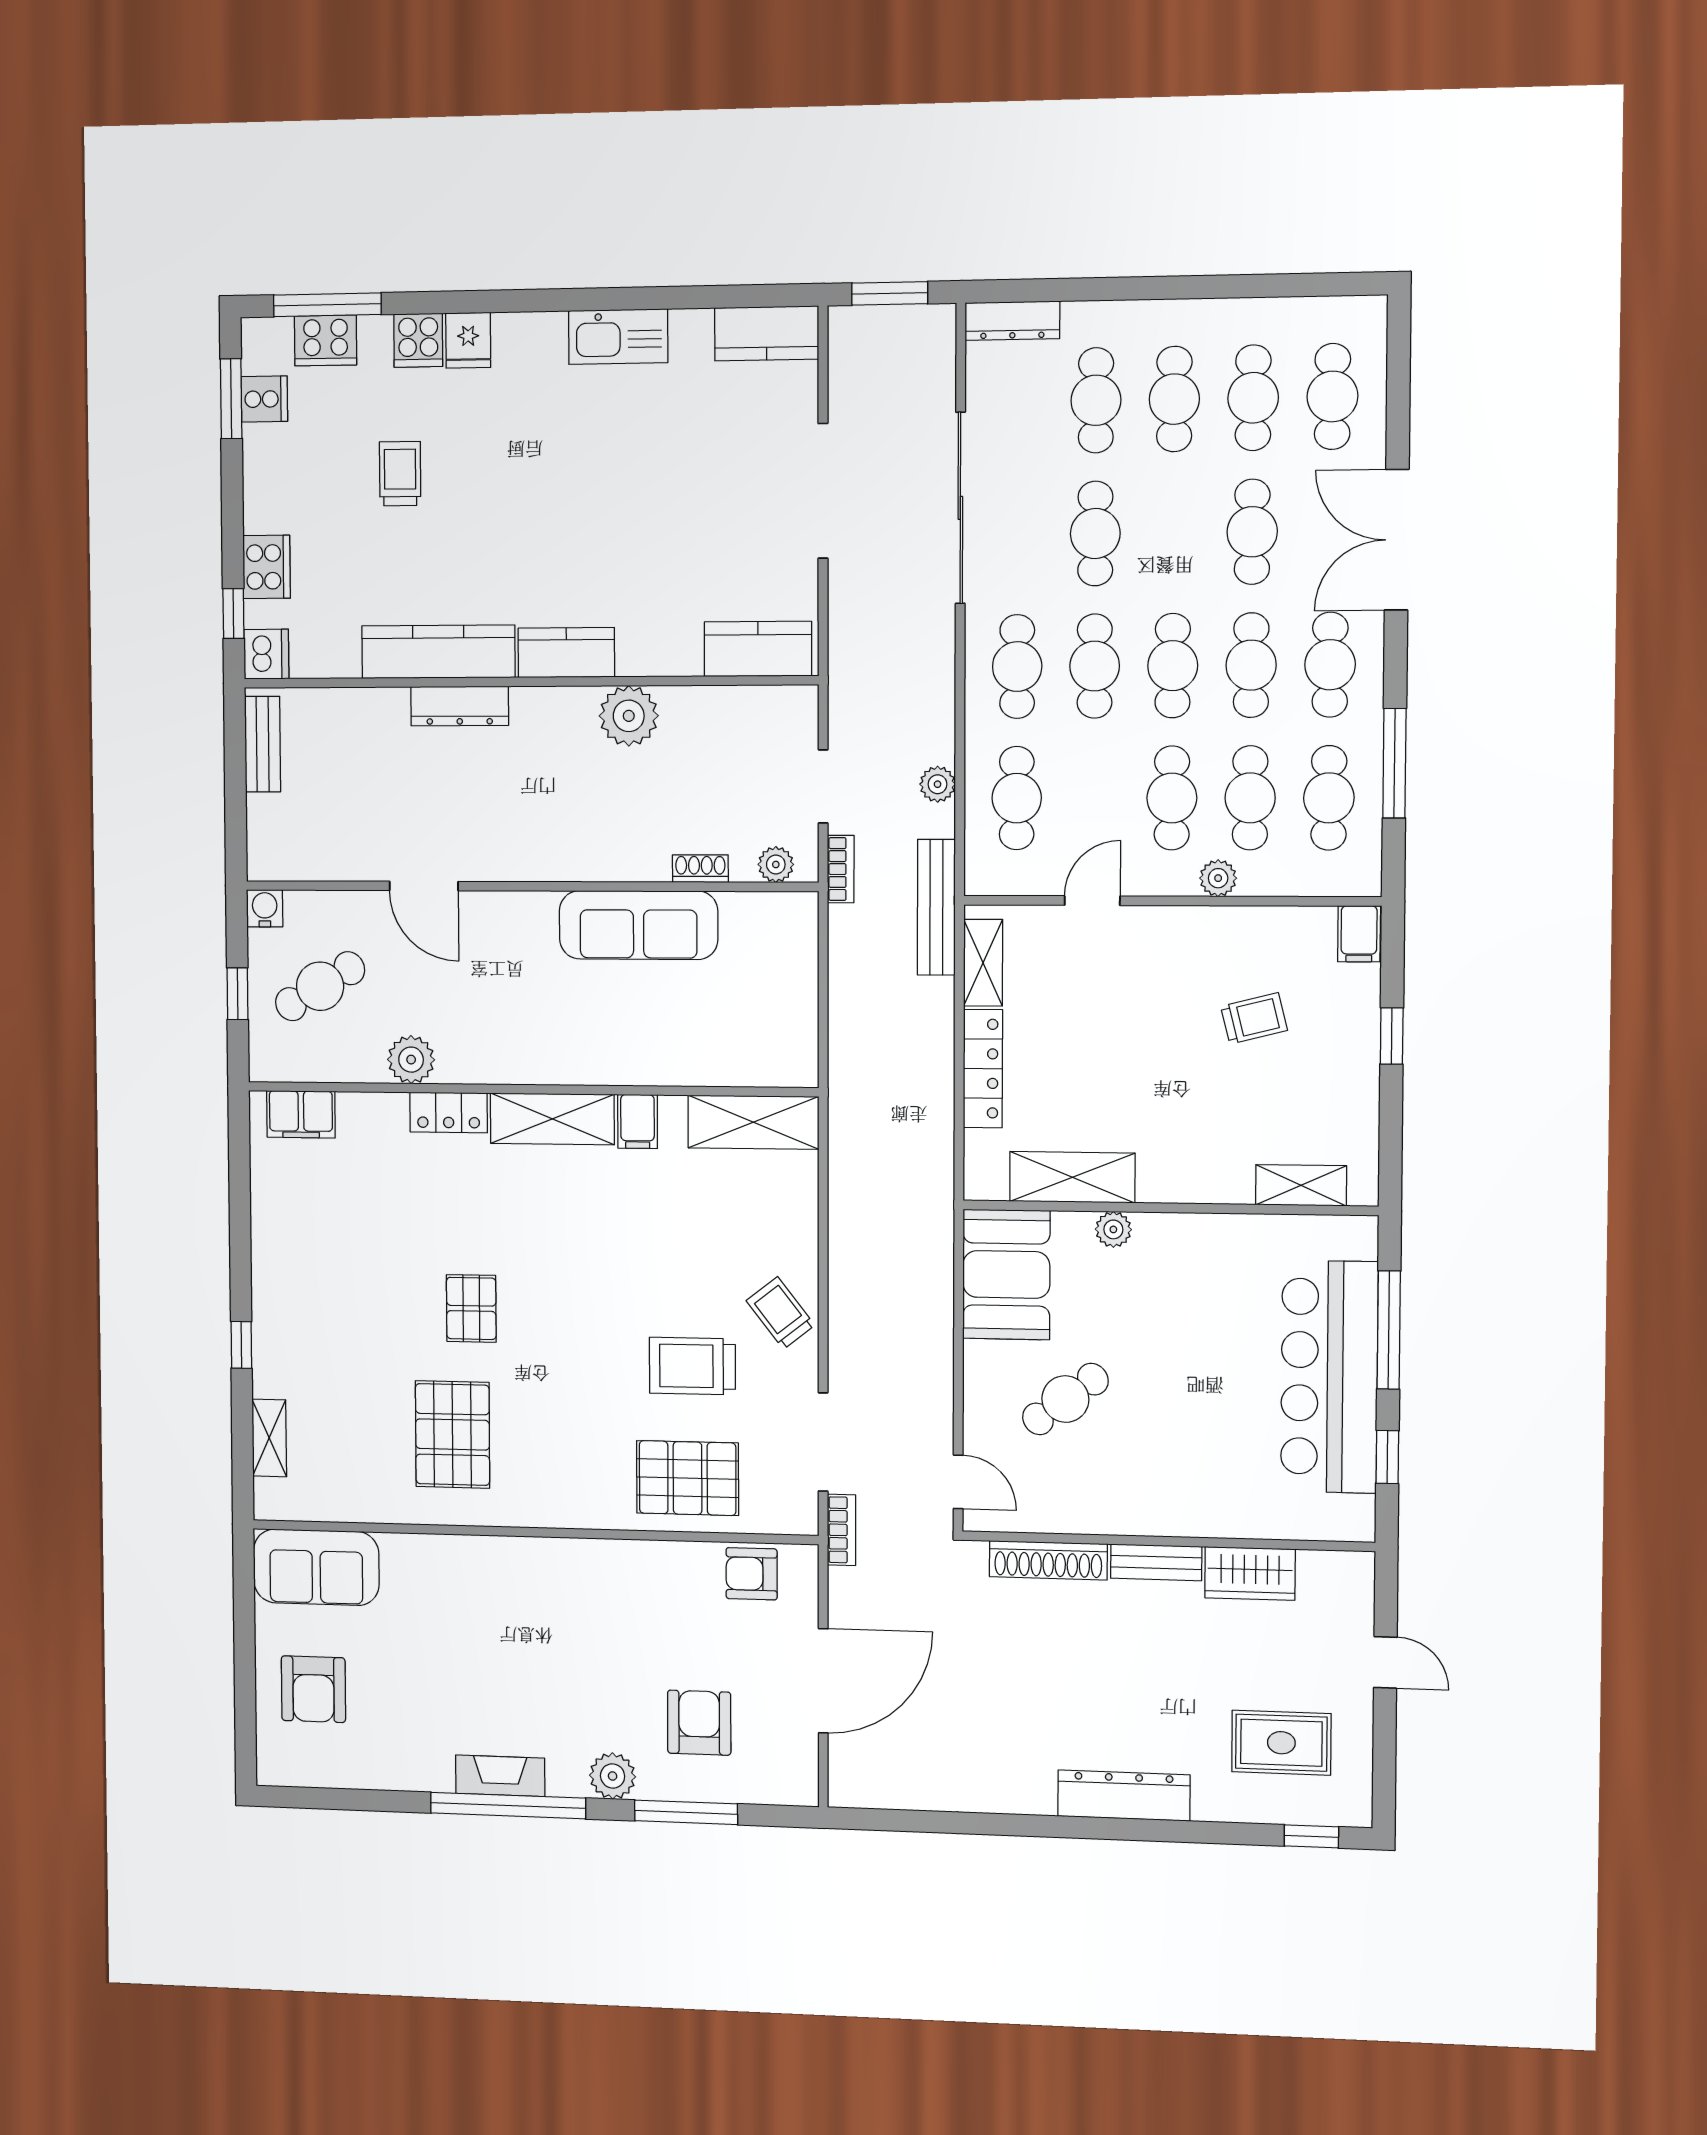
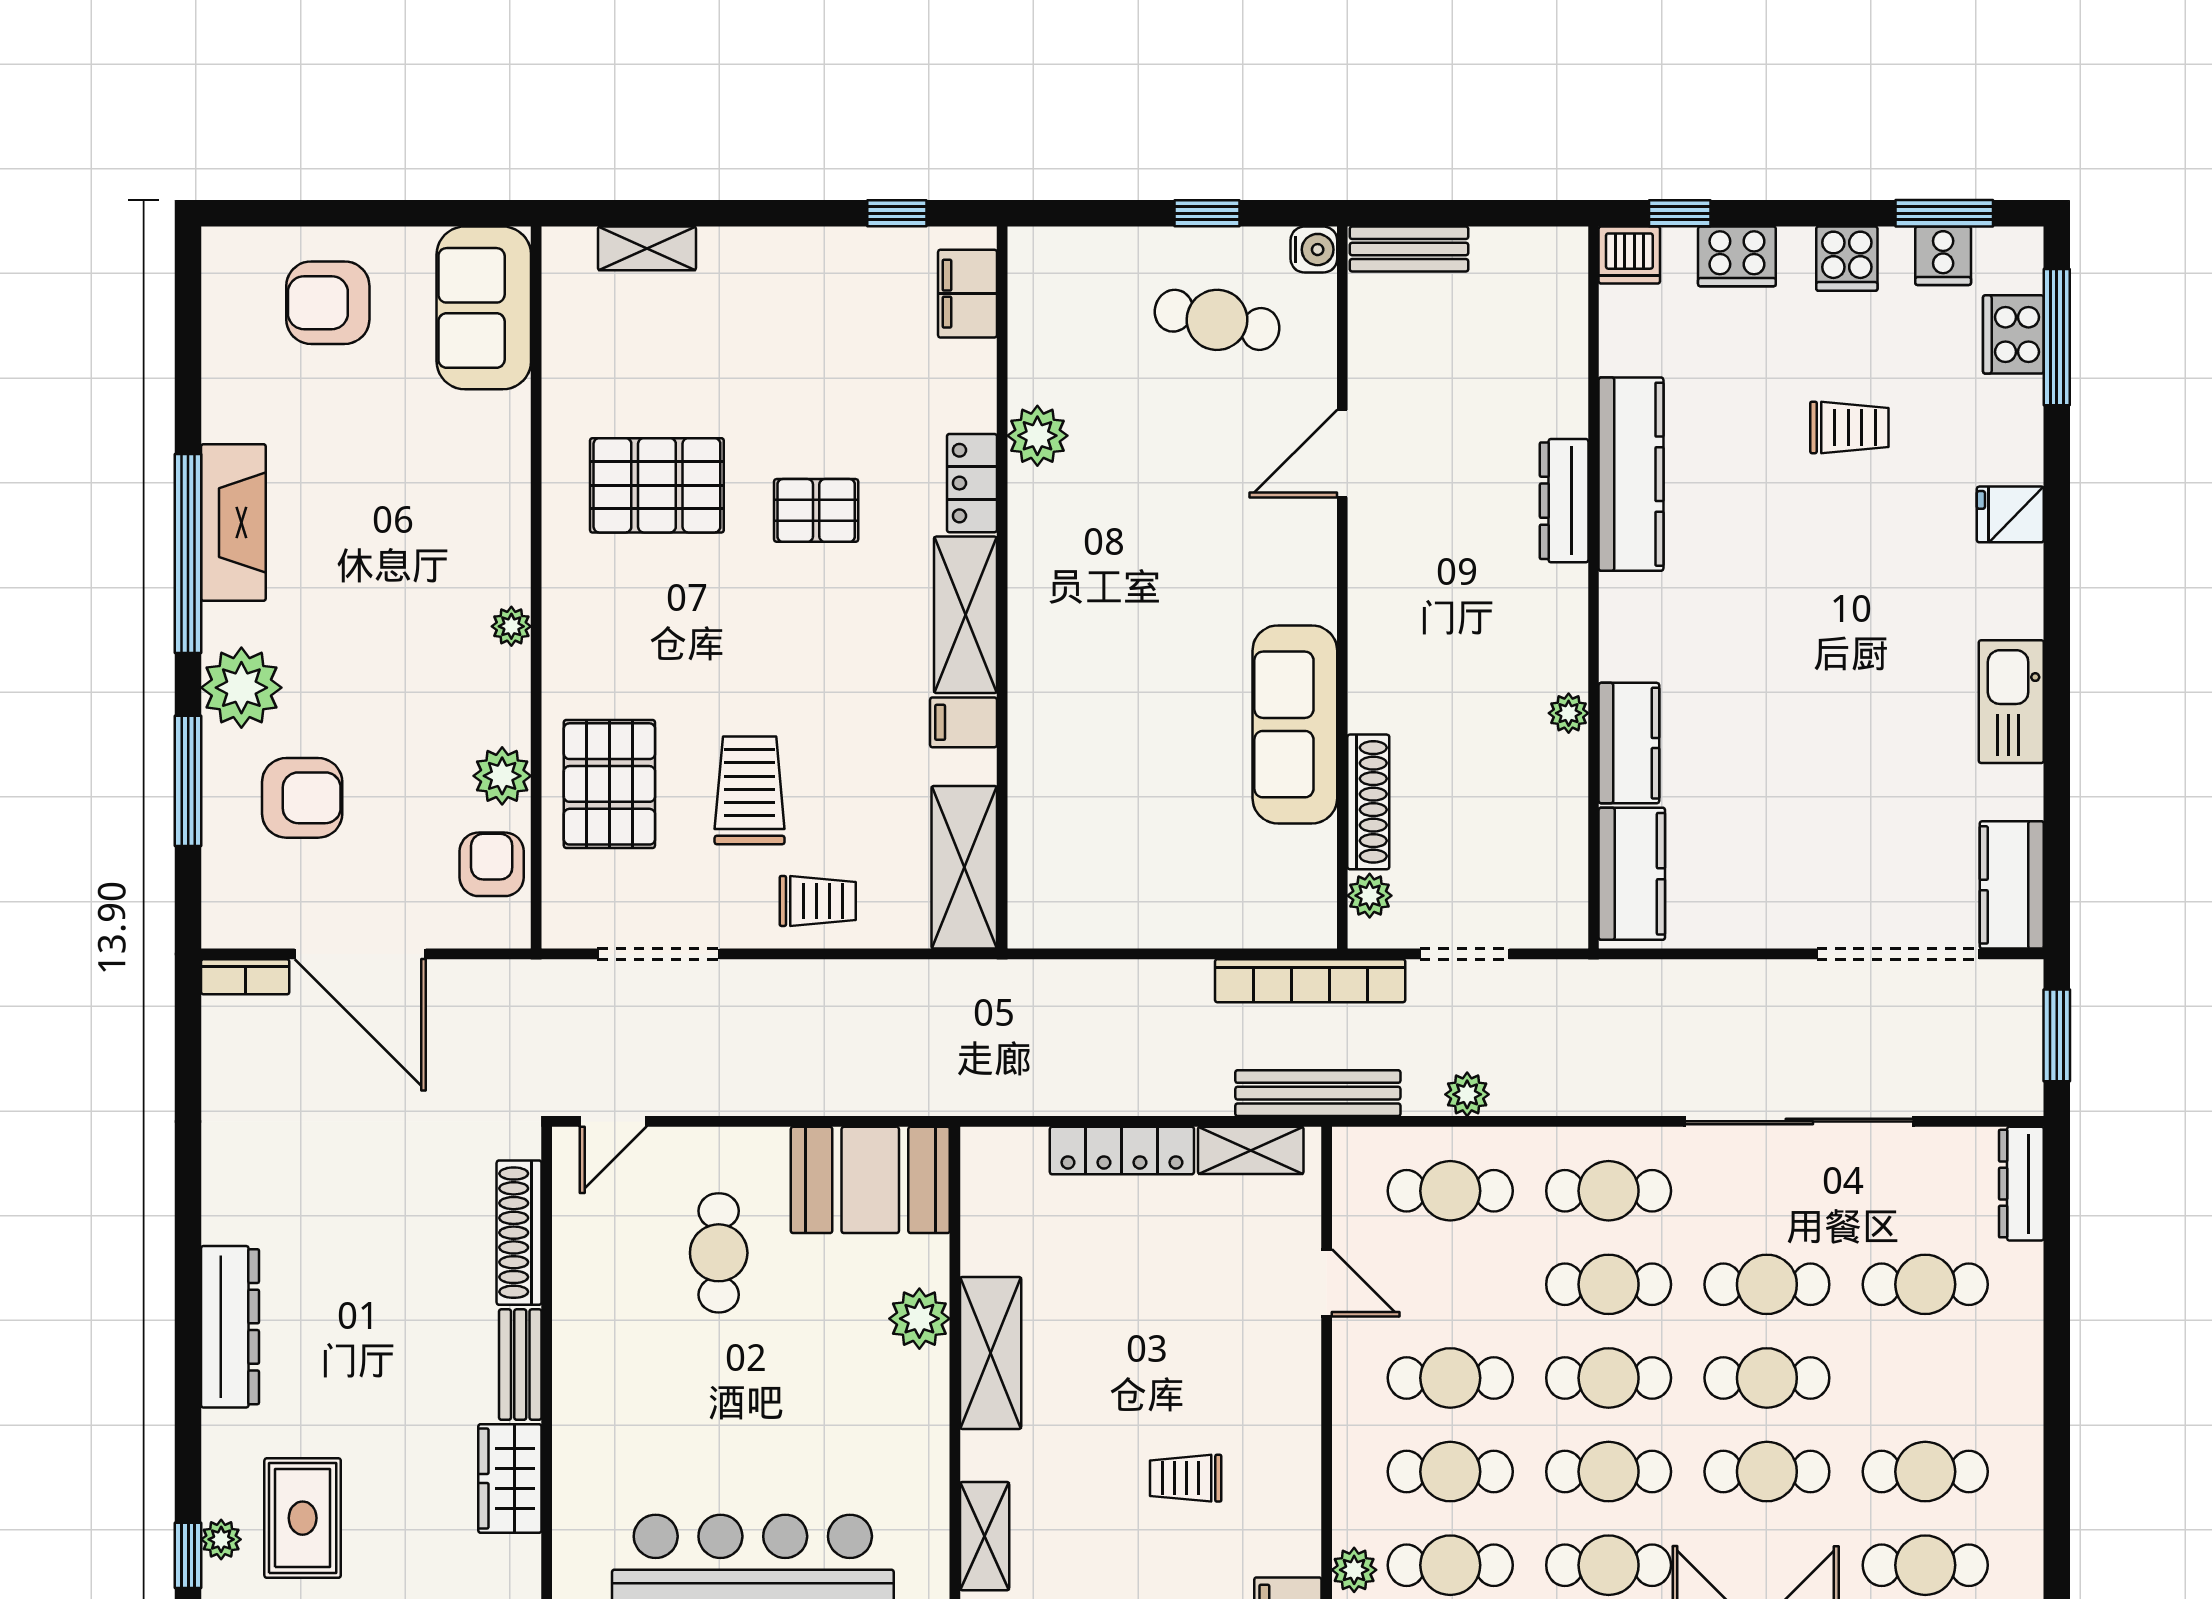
cooker: (418, 340) -> (1847, 259), moved, turned -90
cafe table: (1174, 399) -> (1767, 1378), moved
doorway: (823, 491) -> (1898, 954), moved
kitchen counter: (566, 653) -> (1629, 743), moved
plant: (629, 716) -> (1569, 713), width x0.53, depth x0.53
bench: (263, 744) -> (1409, 249), moved
shoe rack: (700, 869) -> (1368, 802), width x1.94, depth x1.24
bookcase: (841, 869) -> (1310, 981), width x2.31, depth x1.31
plant: (1218, 878) -> (1354, 1570), moved
cafe table: (320, 986) -> (1217, 320), turned -47
trolley: (1254, 1018) -> (1186, 1478), turned 104
plant: (411, 1060) -> (1037, 436), moved
wall: (531, 1089) -> (1002, 588), moved
locker: (449, 1112) -> (972, 483), moved
filing cabinet: (301, 1114) -> (967, 294), moved
shelving: (552, 1119) -> (965, 615), moved
filing cabinet: (638, 1121) -> (963, 722), moved
shelving: (753, 1122) -> (964, 867), moved
shelving: (1072, 1177) -> (991, 1353), moved
plant: (1113, 1229) -> (919, 1319), width x1.38, depth x1.38
trolley: (781, 1313) -> (818, 901), turned 38
window: (241, 1345) -> (897, 213), moved
cafe table: (1065, 1399) -> (719, 1253), turned 37
bookcase: (841, 1530) -> (245, 977), moved
plant: (563, 1553) -> (511, 626), added
plant: (681, 1563) -> (502, 776), added
fireplace: (500, 1776) -> (233, 523), width x1.37, depth x1.32
plant: (613, 1776) -> (241, 688), width x1.36, depth x1.36
plant: (1299, 1809) -> (221, 1539), added

